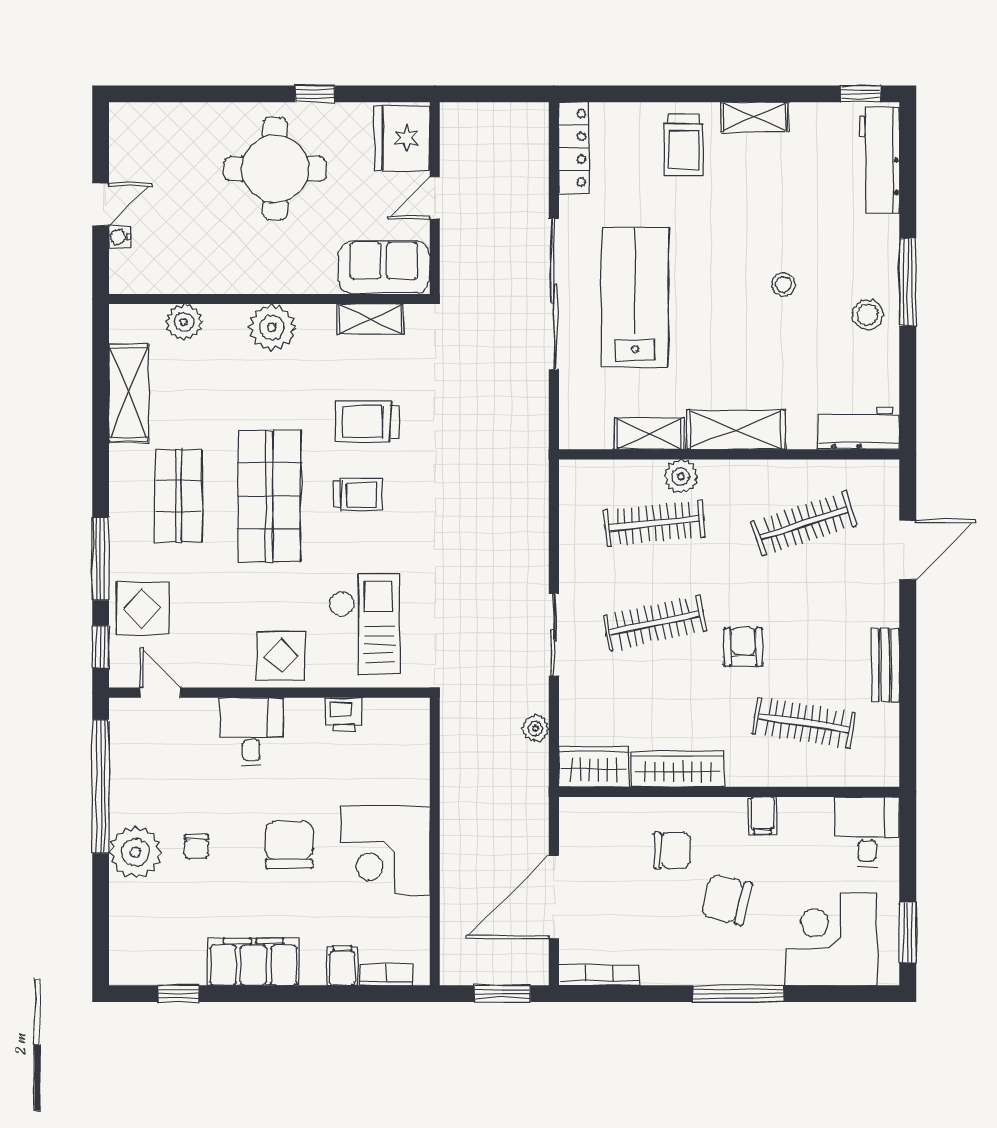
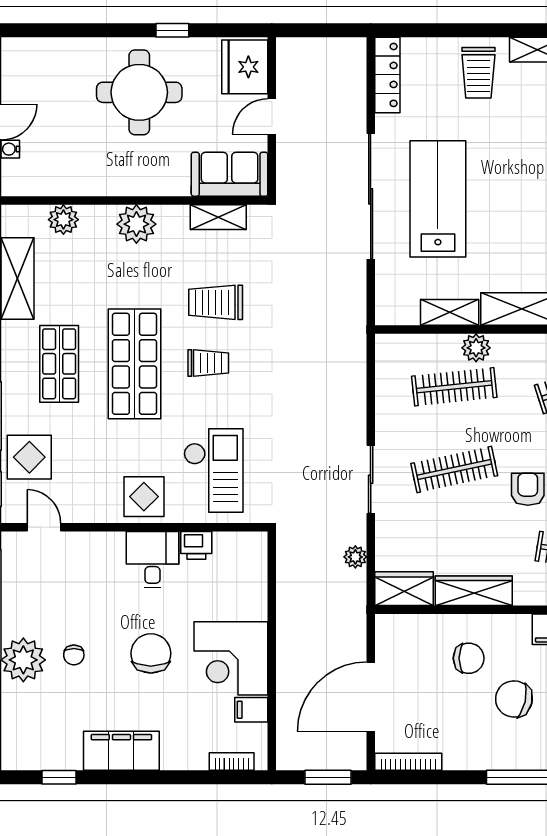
desk: (251, 732) -> (153, 560), moved
filing cabinet: (342, 966) -> (251, 710), moved, turned -90

